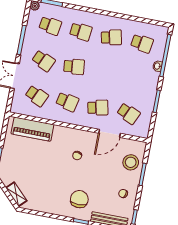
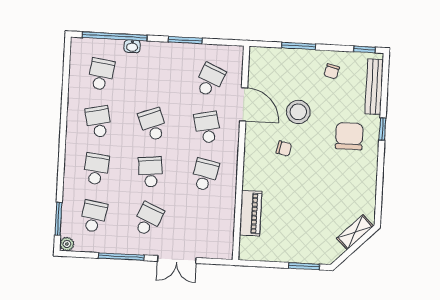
school desk: (37, 96) -> (153, 125), moved, turned -45
piano: (32, 129) -> (251, 213), width x0.73, depth x0.75
stool: (131, 162) -> (298, 112), moved
chair: (79, 199) -> (349, 136), turned 90

